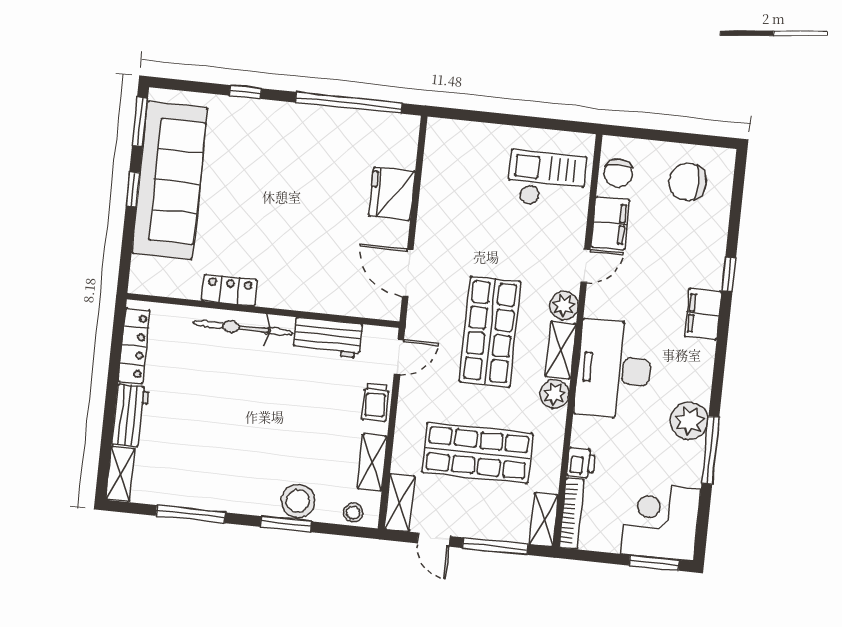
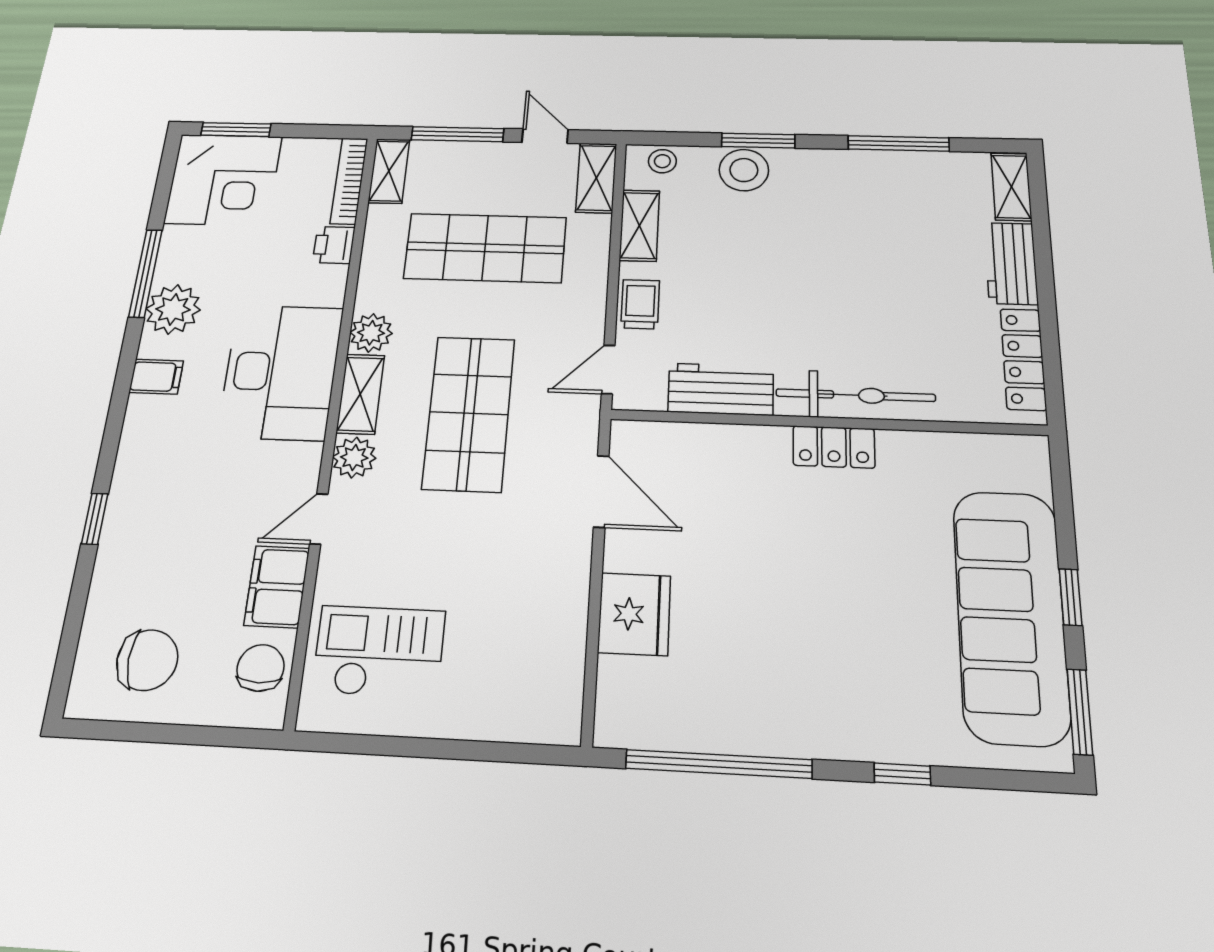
checkout: (546, 179) -> (379, 651), turned 180
locker: (230, 290) -> (834, 447), moved
filing cabinet: (703, 314) -> (156, 377), moved, width x0.50

